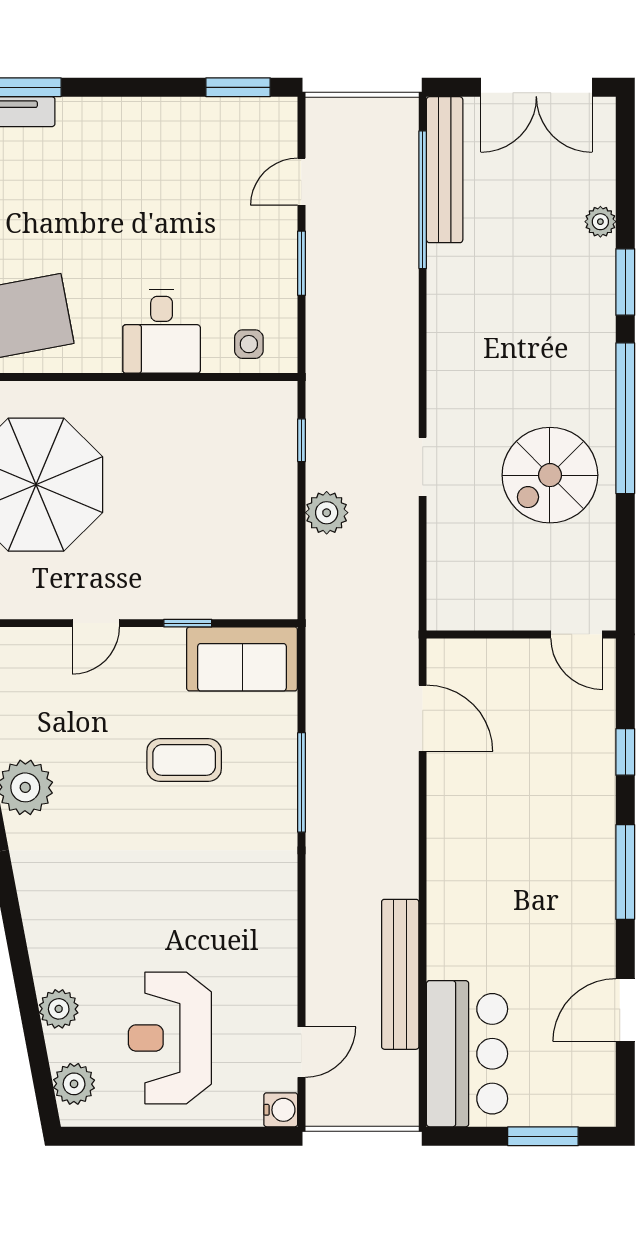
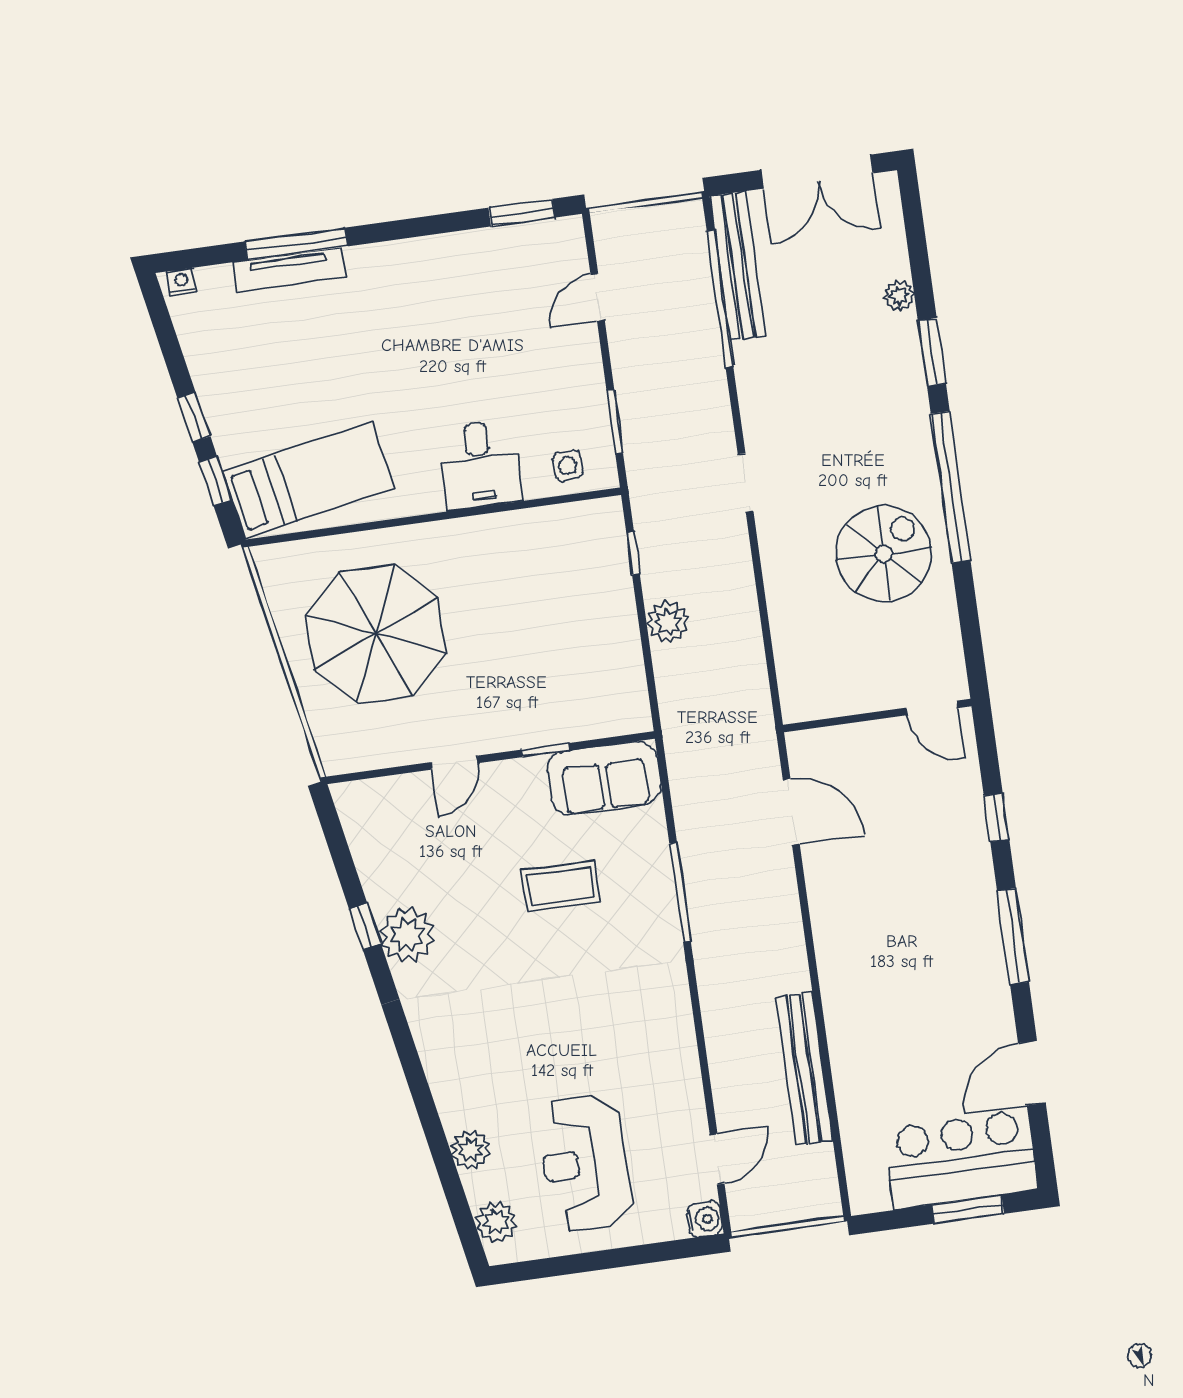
window: (301, 263) -> (615, 422), moved
doorway: (423, 467) -> (746, 483), moved
spiral stairs: (550, 475) -> (884, 554), turned 180
bar counter: (467, 1054) -> (961, 1160), moved, turned -90

